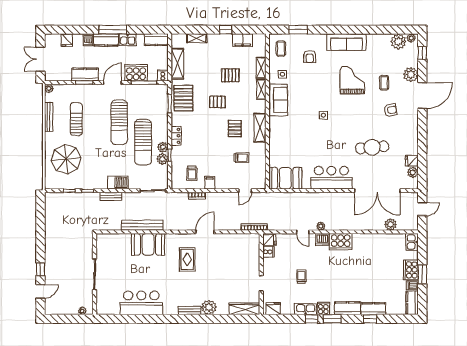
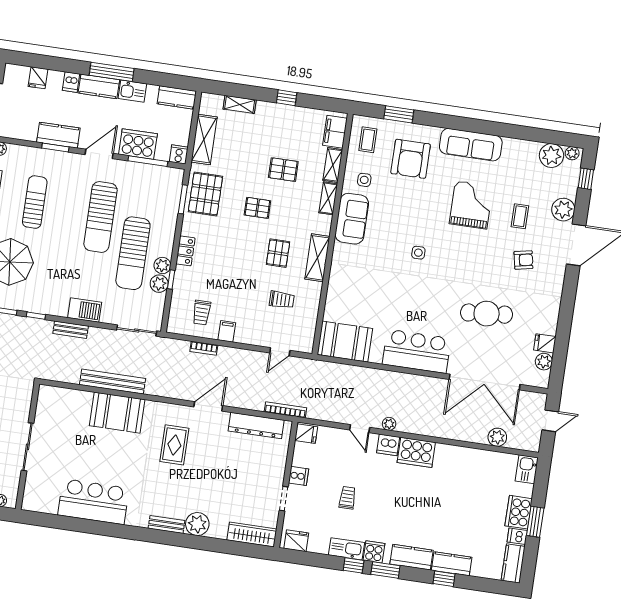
filing cabinet: (243, 40) -> (335, 132), moved, turned 90
armchair: (310, 57) -> (411, 159), width x1.88, depth x1.88
dresser: (237, 240) -> (256, 425), added
cooker: (269, 252) -> (299, 476), moved

